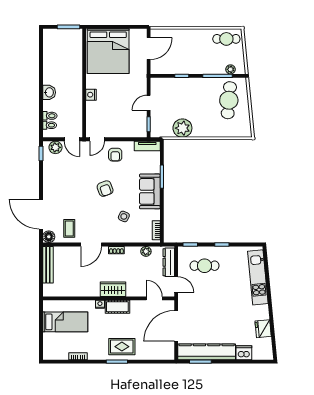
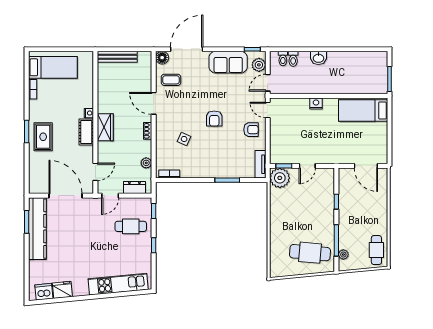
bed: (108, 51) -> (363, 111), width x0.49
door: (149, 103) -> (307, 166), swing flipped
plant: (182, 128) -> (280, 178), moved
armchair: (115, 155) -> (251, 130), turned 180
armchair: (105, 189) -> (214, 119), turned -70
sofa: (150, 191) -> (228, 62), moved, turned 180
dresser: (169, 262) -> (134, 188), width x0.70
bench: (48, 265) -> (117, 57), moved
cafe table: (205, 266) -> (131, 226), turned 90
bed: (65, 322) -> (53, 67), moved, turned -90
dishwasher: (244, 353) -> (44, 292), moved, turned -95

